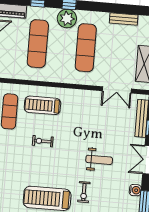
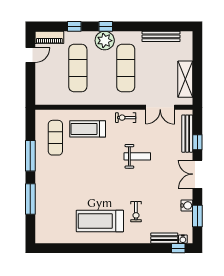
bench: (124, 19) -> (161, 36), width x1.36
exercise bike: (43, 141) -> (126, 118), moved
weight bench: (99, 160) -> (137, 156), moved

